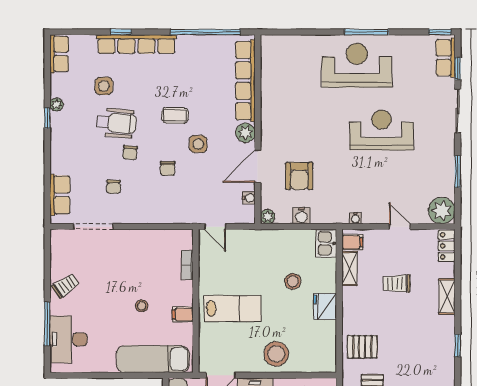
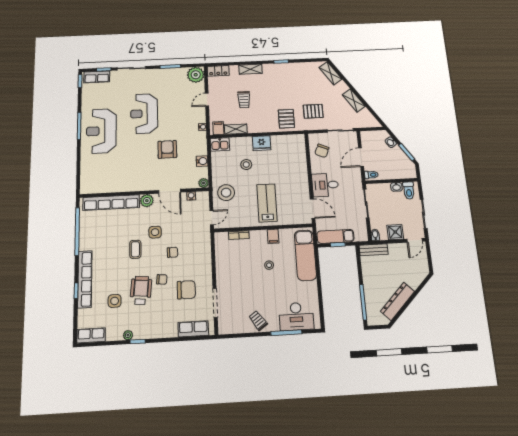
armchair: (299, 176) -> (167, 149), moved, turned -90
chair: (114, 187) -> (186, 290), width x1.87, depth x1.87
stool: (276, 354) -> (226, 193), moved

